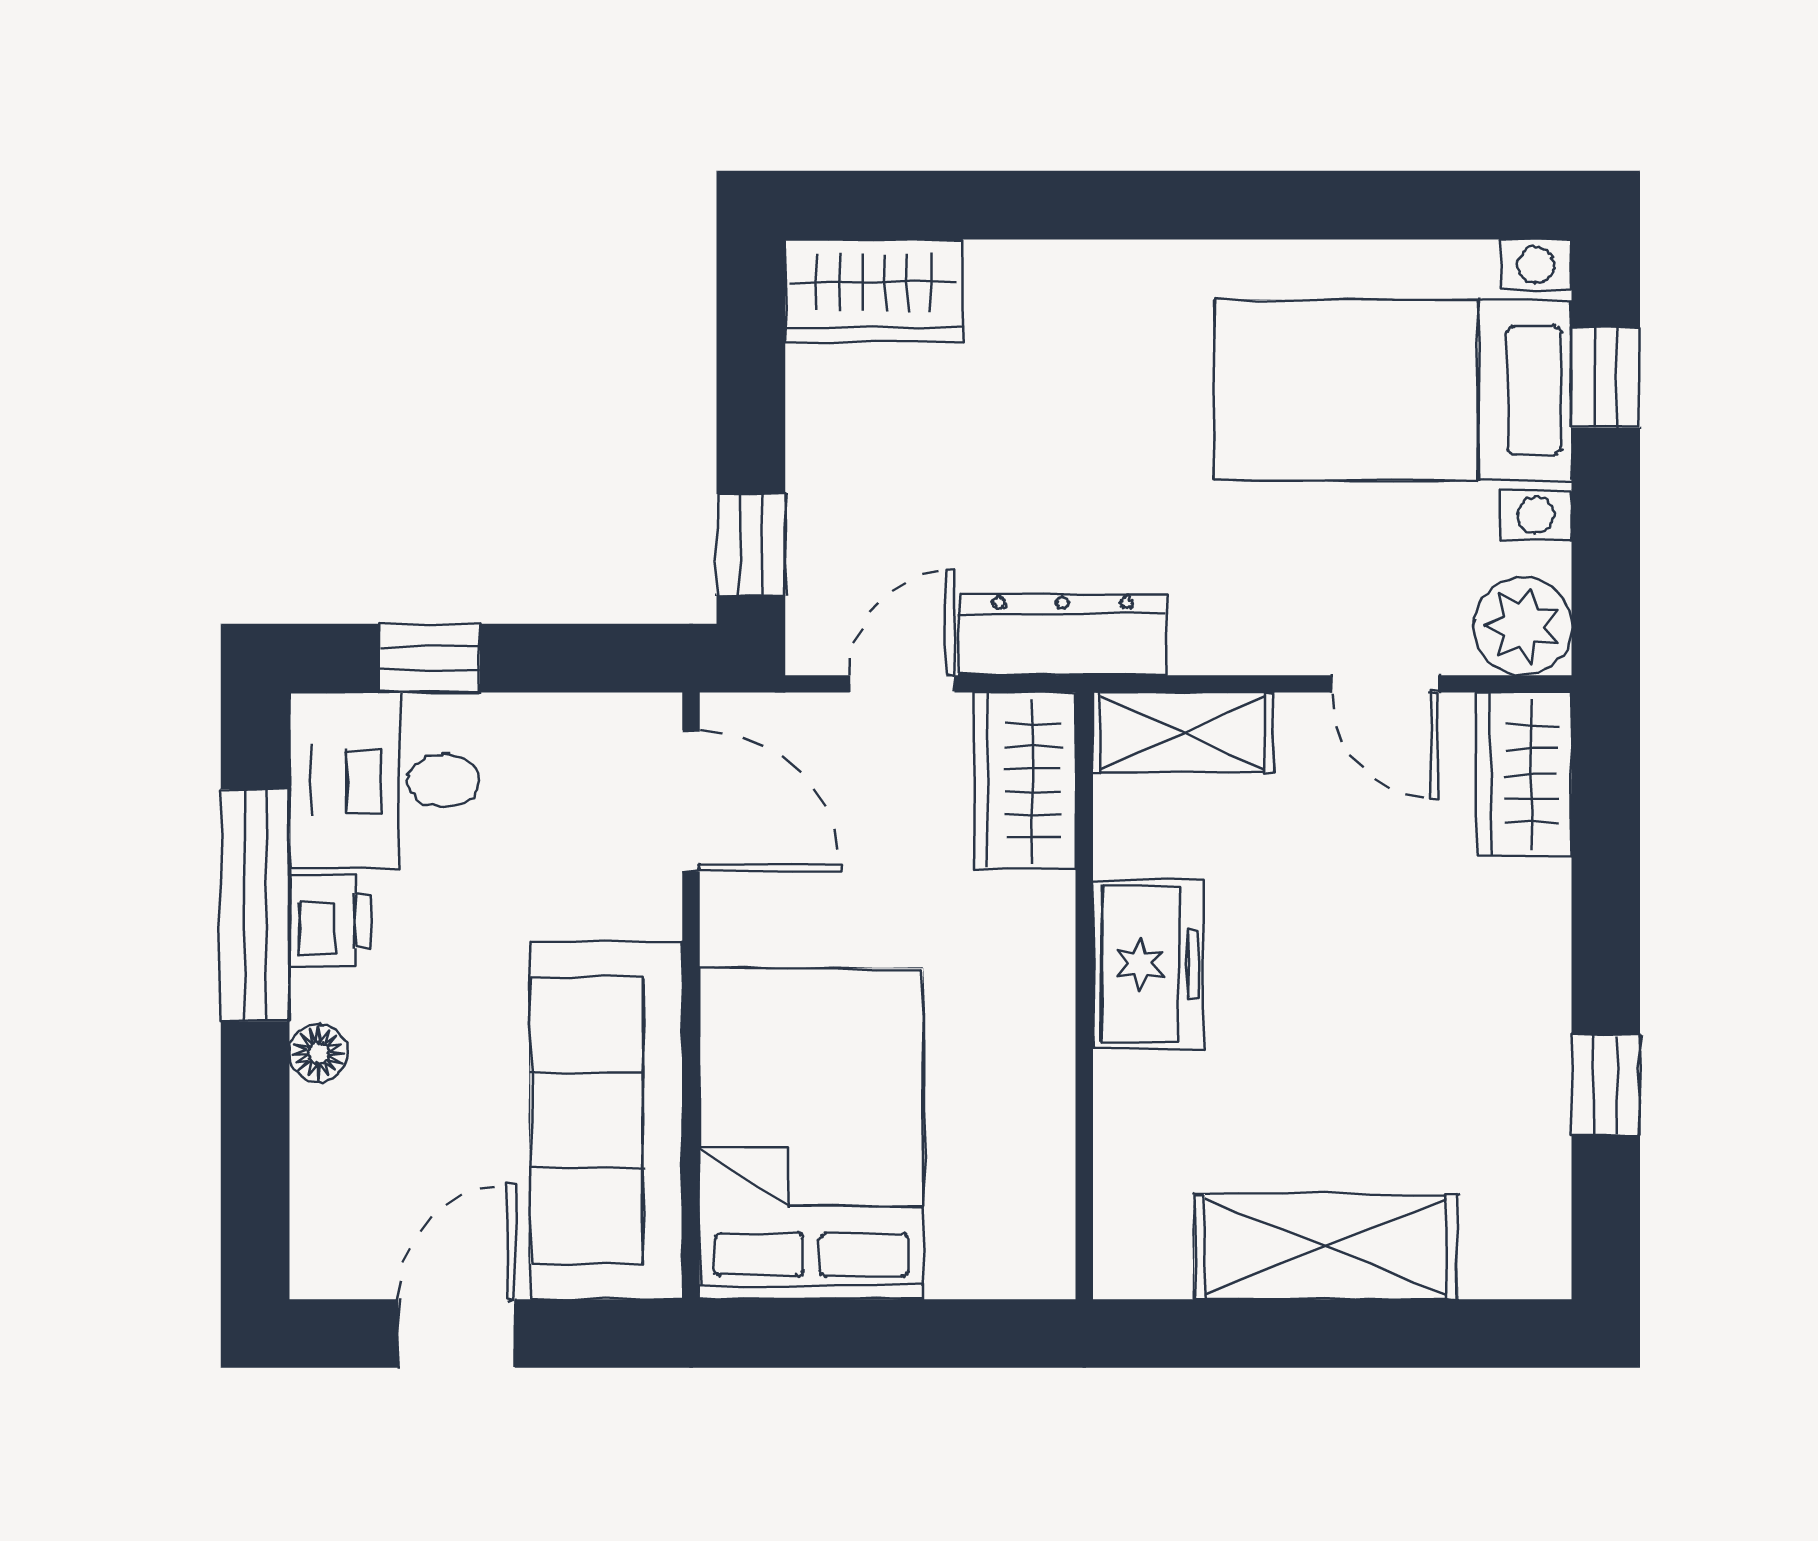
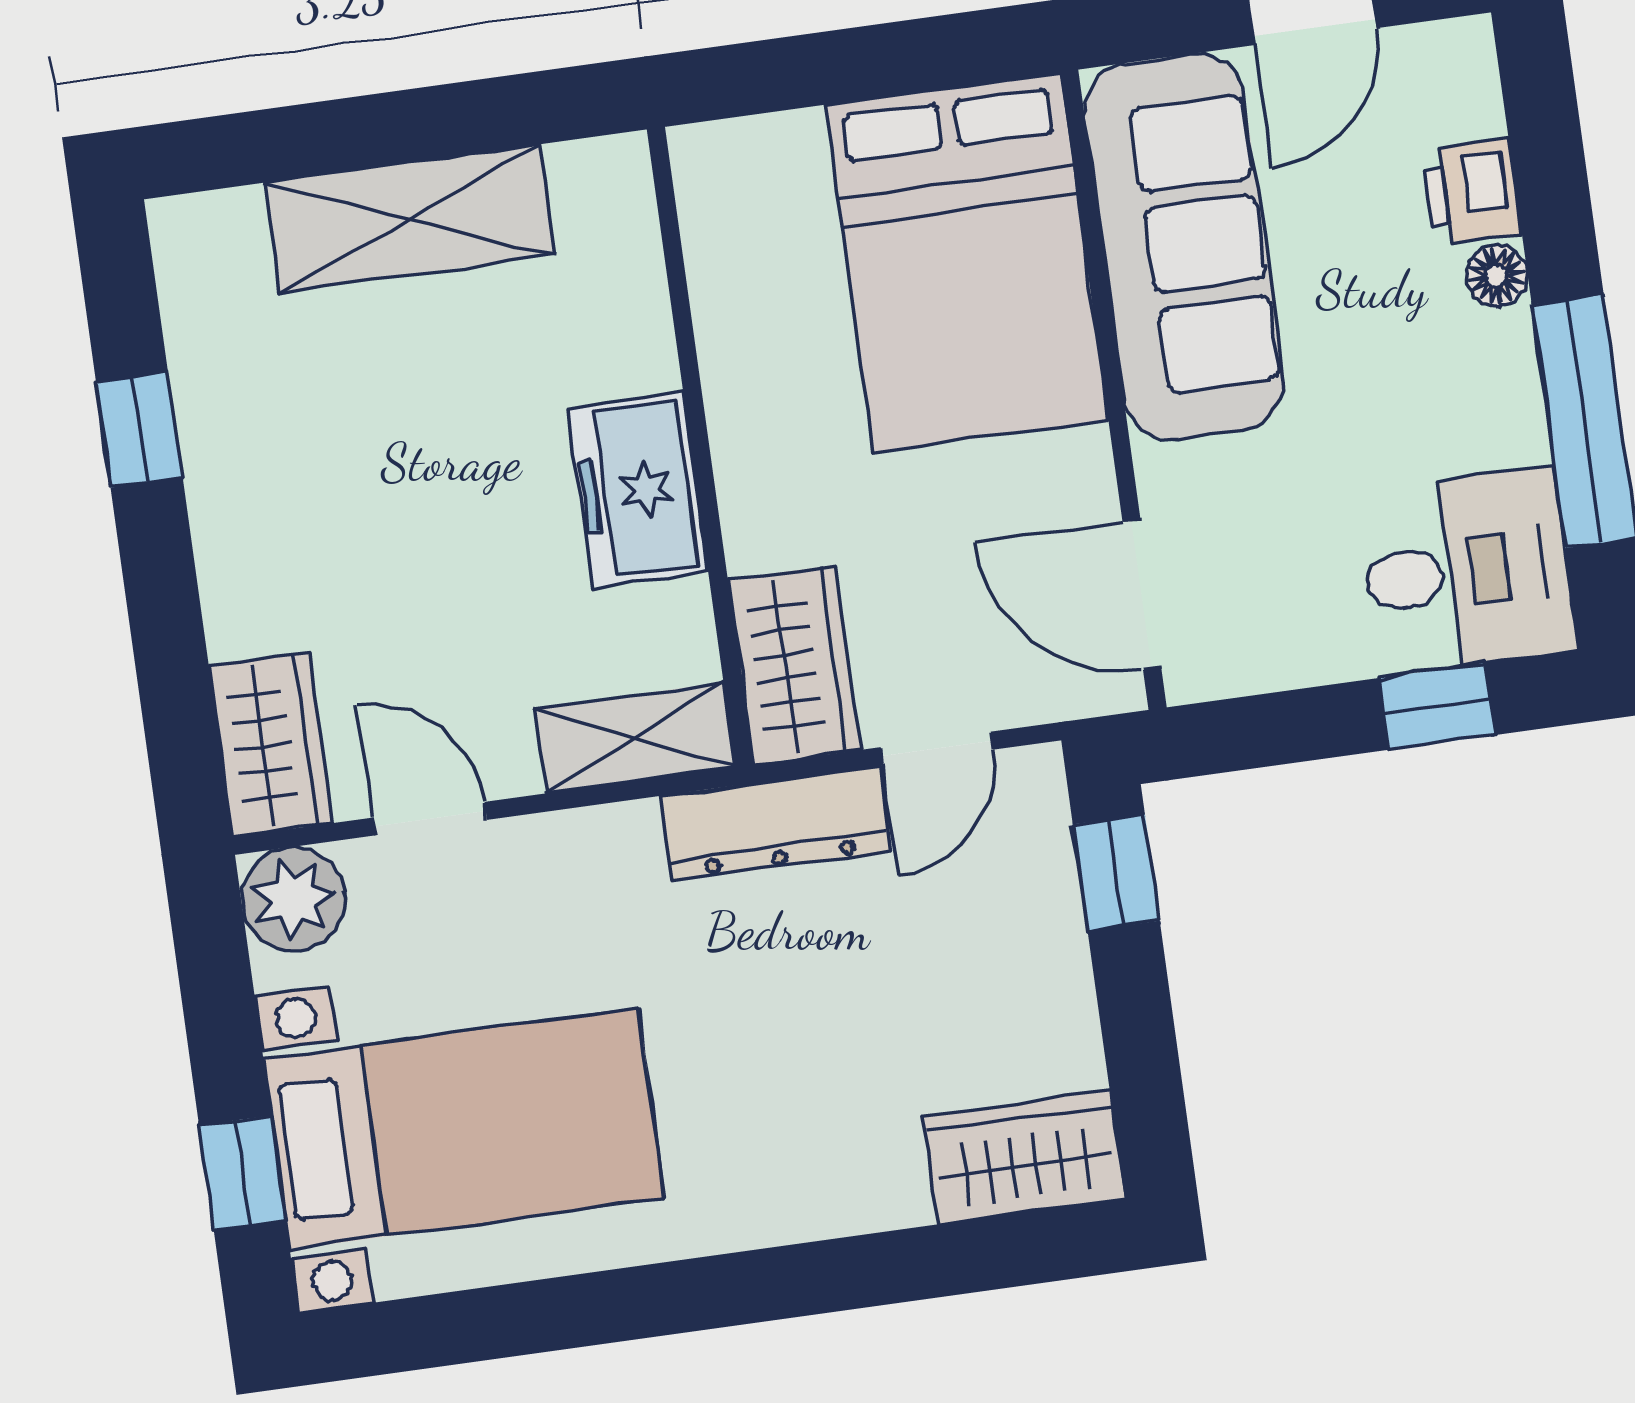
printer: (330, 921) -> (1472, 192), moved

